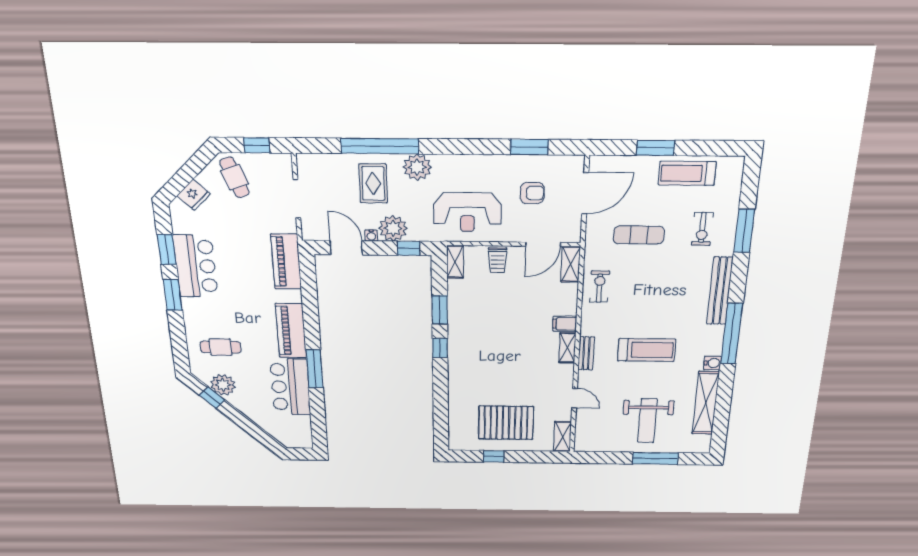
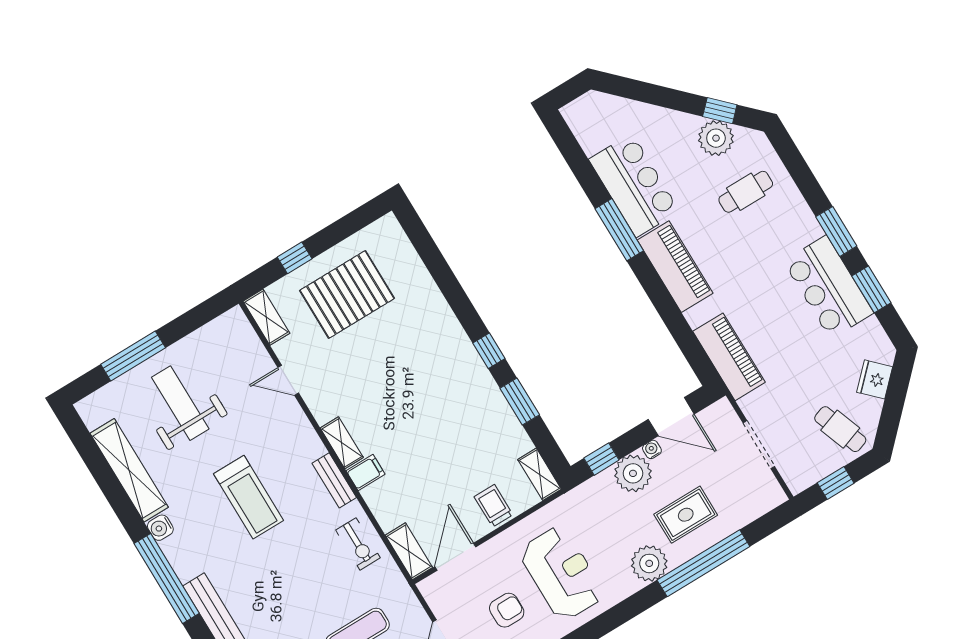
rug: (373, 183) -> (686, 515), turned 90
armchair: (532, 193) -> (507, 610), turned 180
reception desk: (467, 212) -> (562, 573), moved, turned 90
treadmill: (647, 350) -> (249, 497), turned -90
bench: (586, 353) -> (334, 480), moved
window: (494, 456) -> (295, 258), moved

